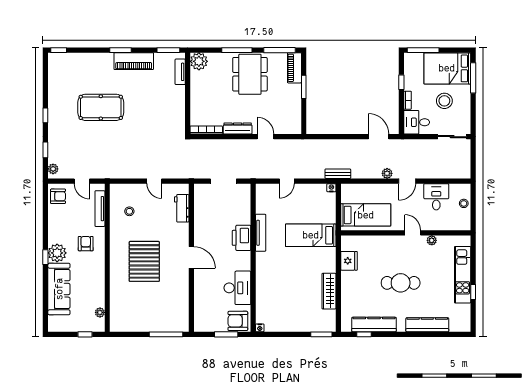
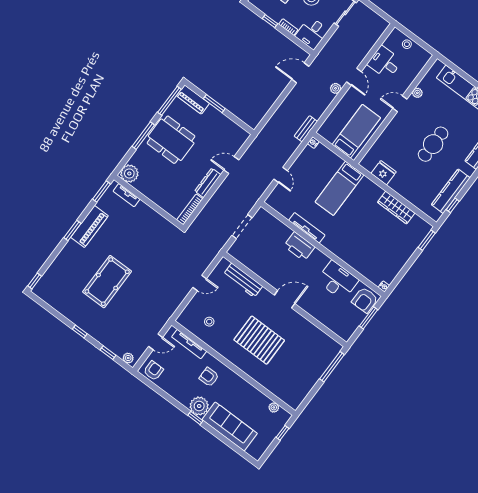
workbench: (182, 208) -> (243, 280), width x1.38

